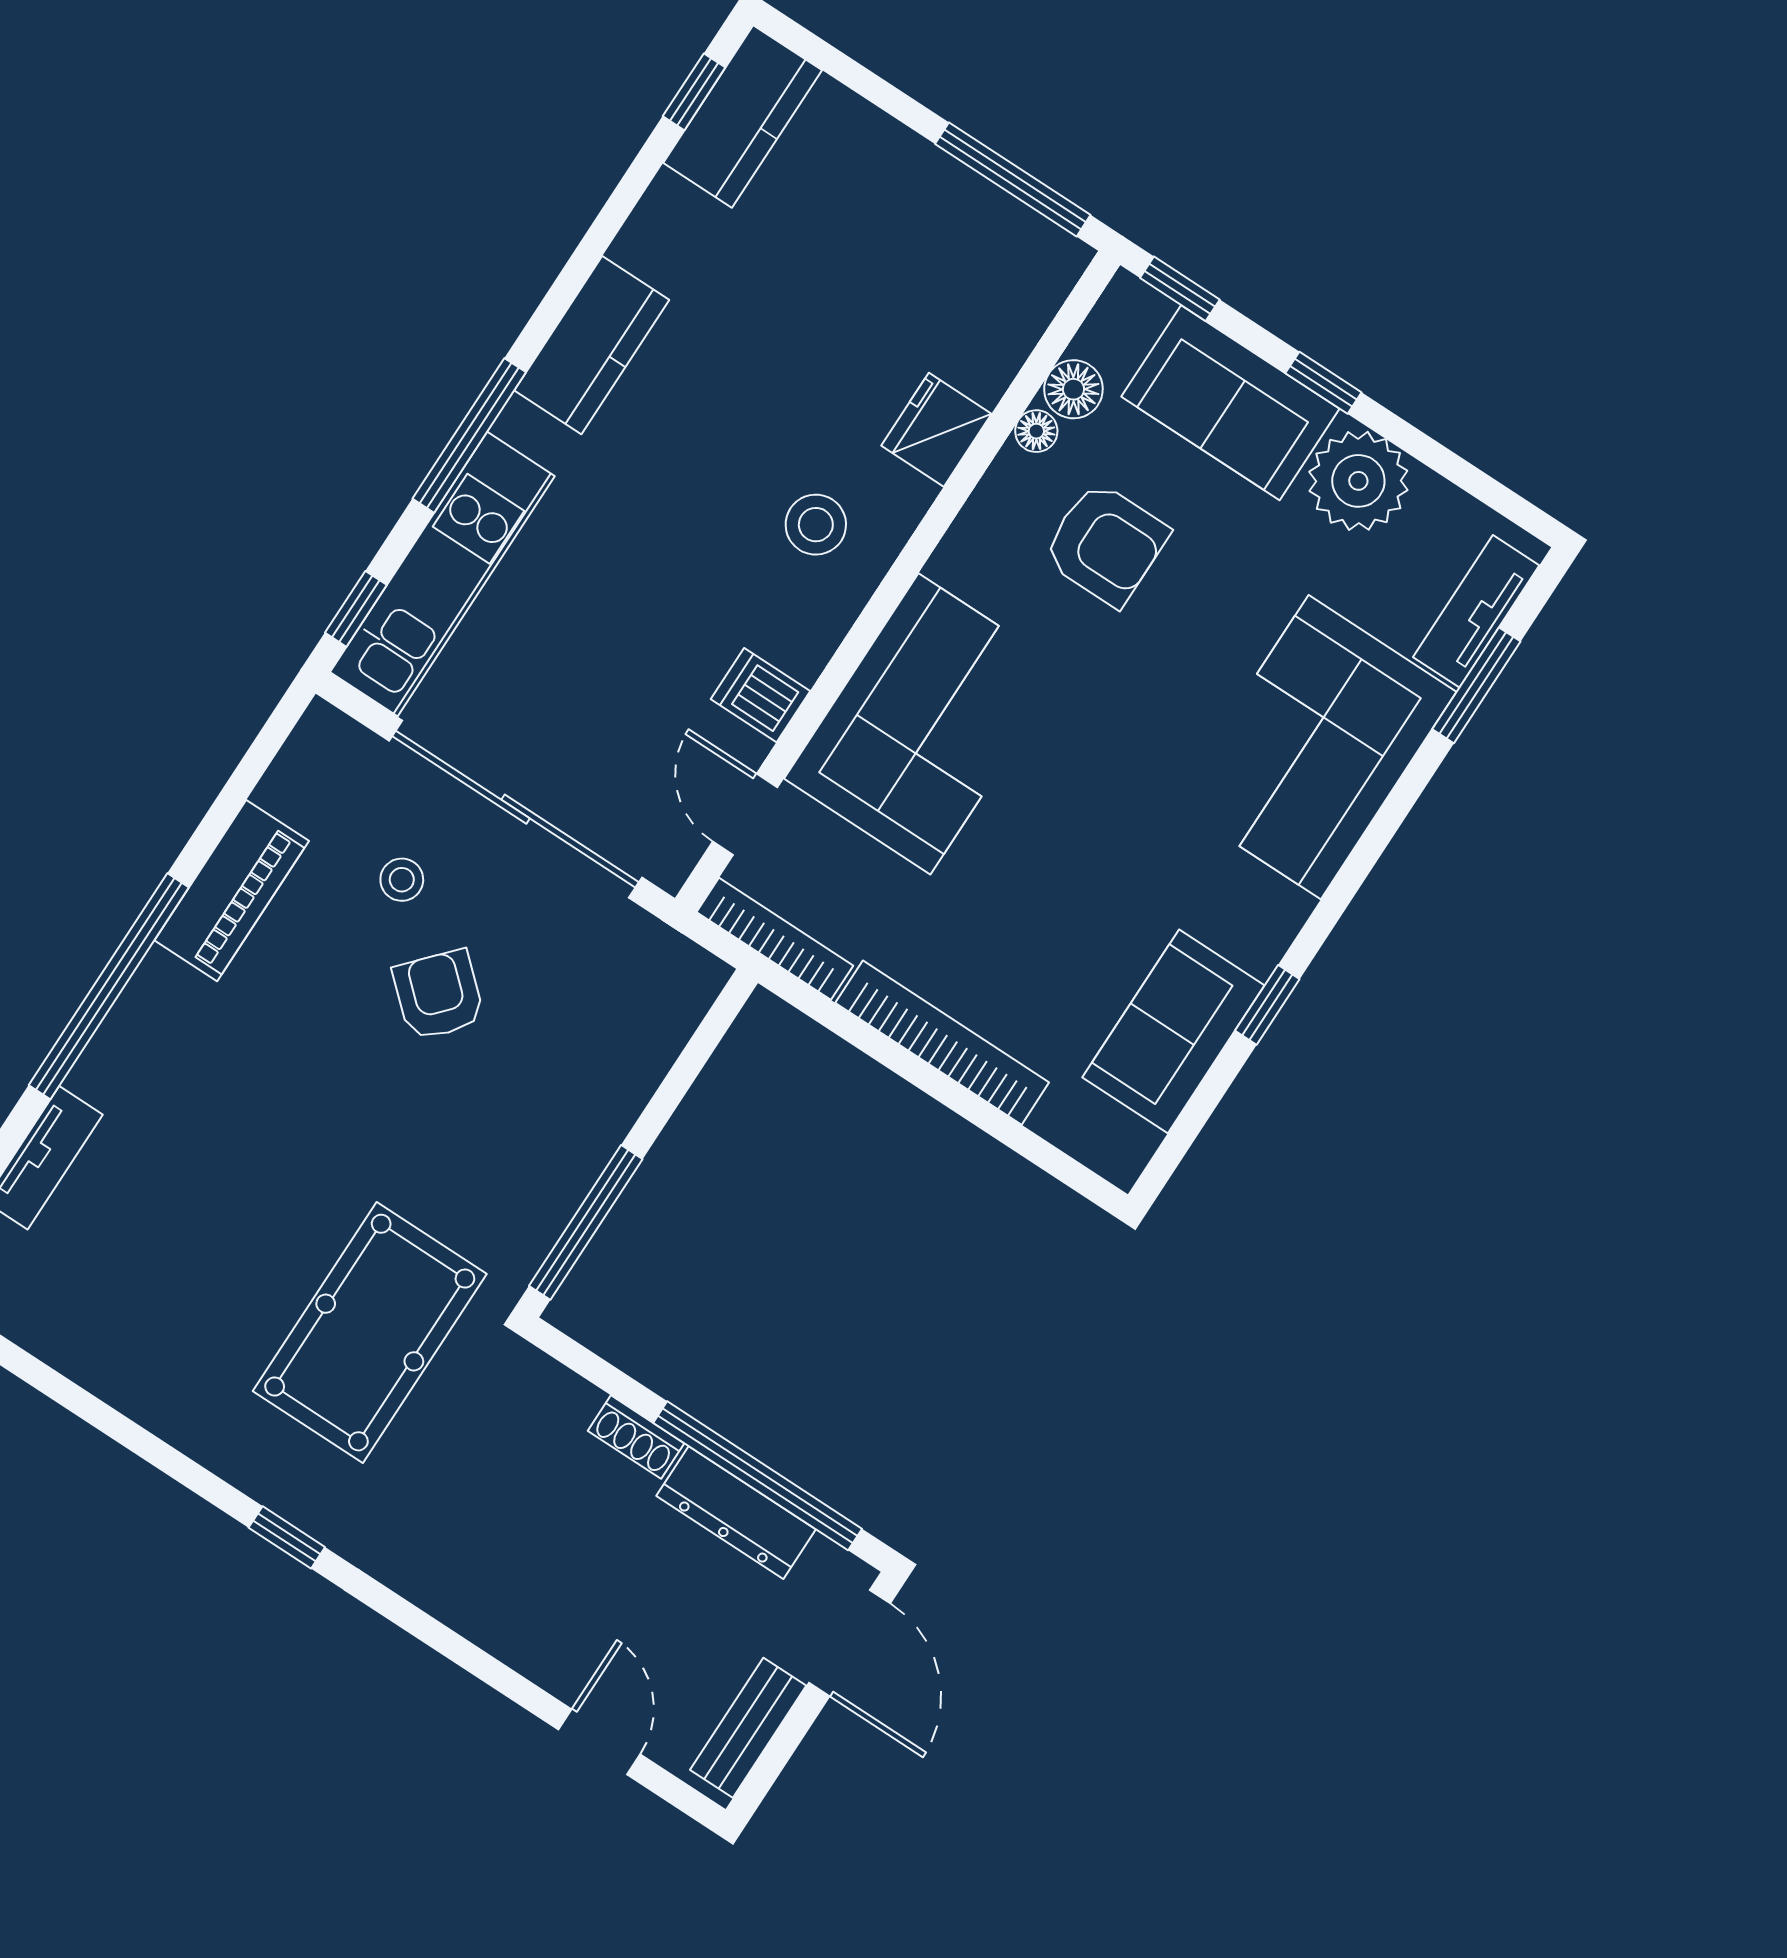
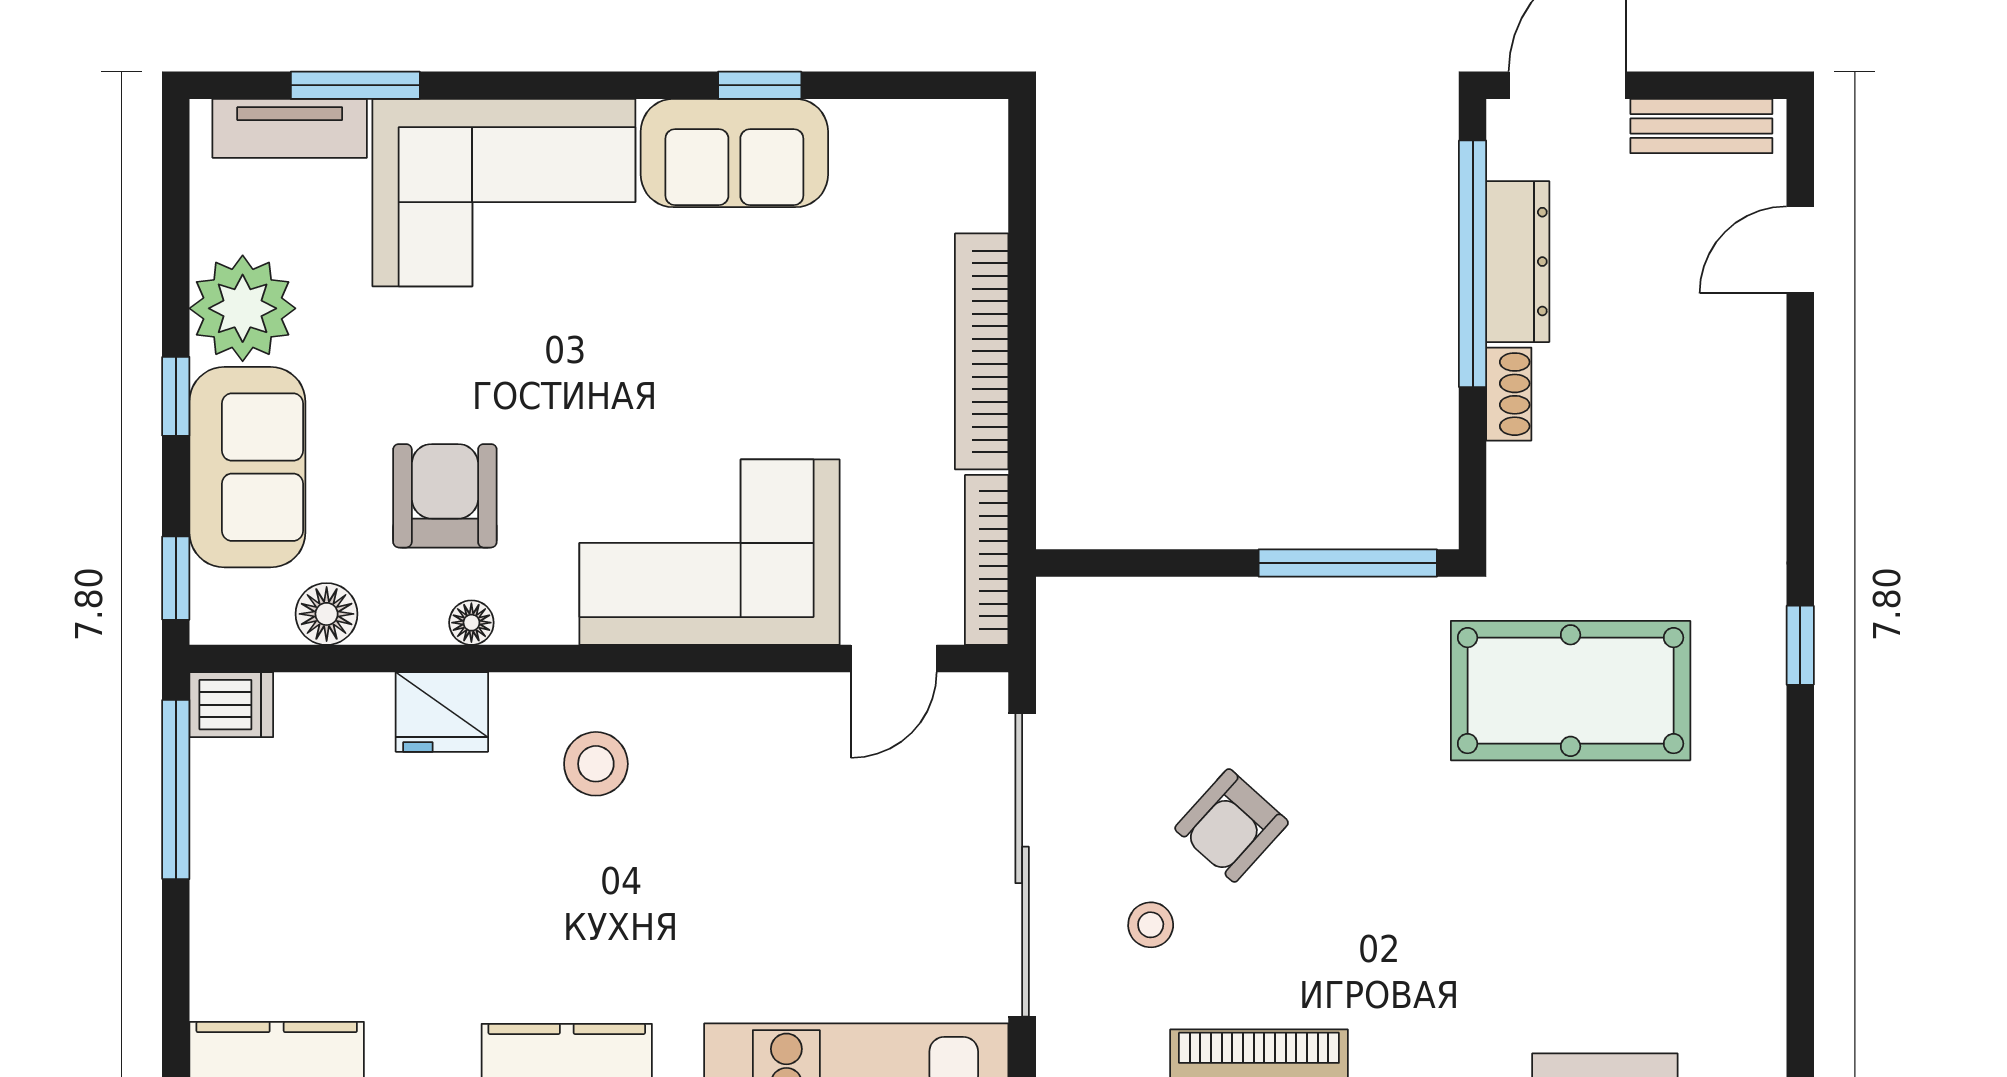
floor lamp: (1036, 431) -> (471, 623), moved
dishwasher: (760, 695) -> (231, 705), moved, turned -90
sofa: (1173, 1031) -> (734, 153), moved

